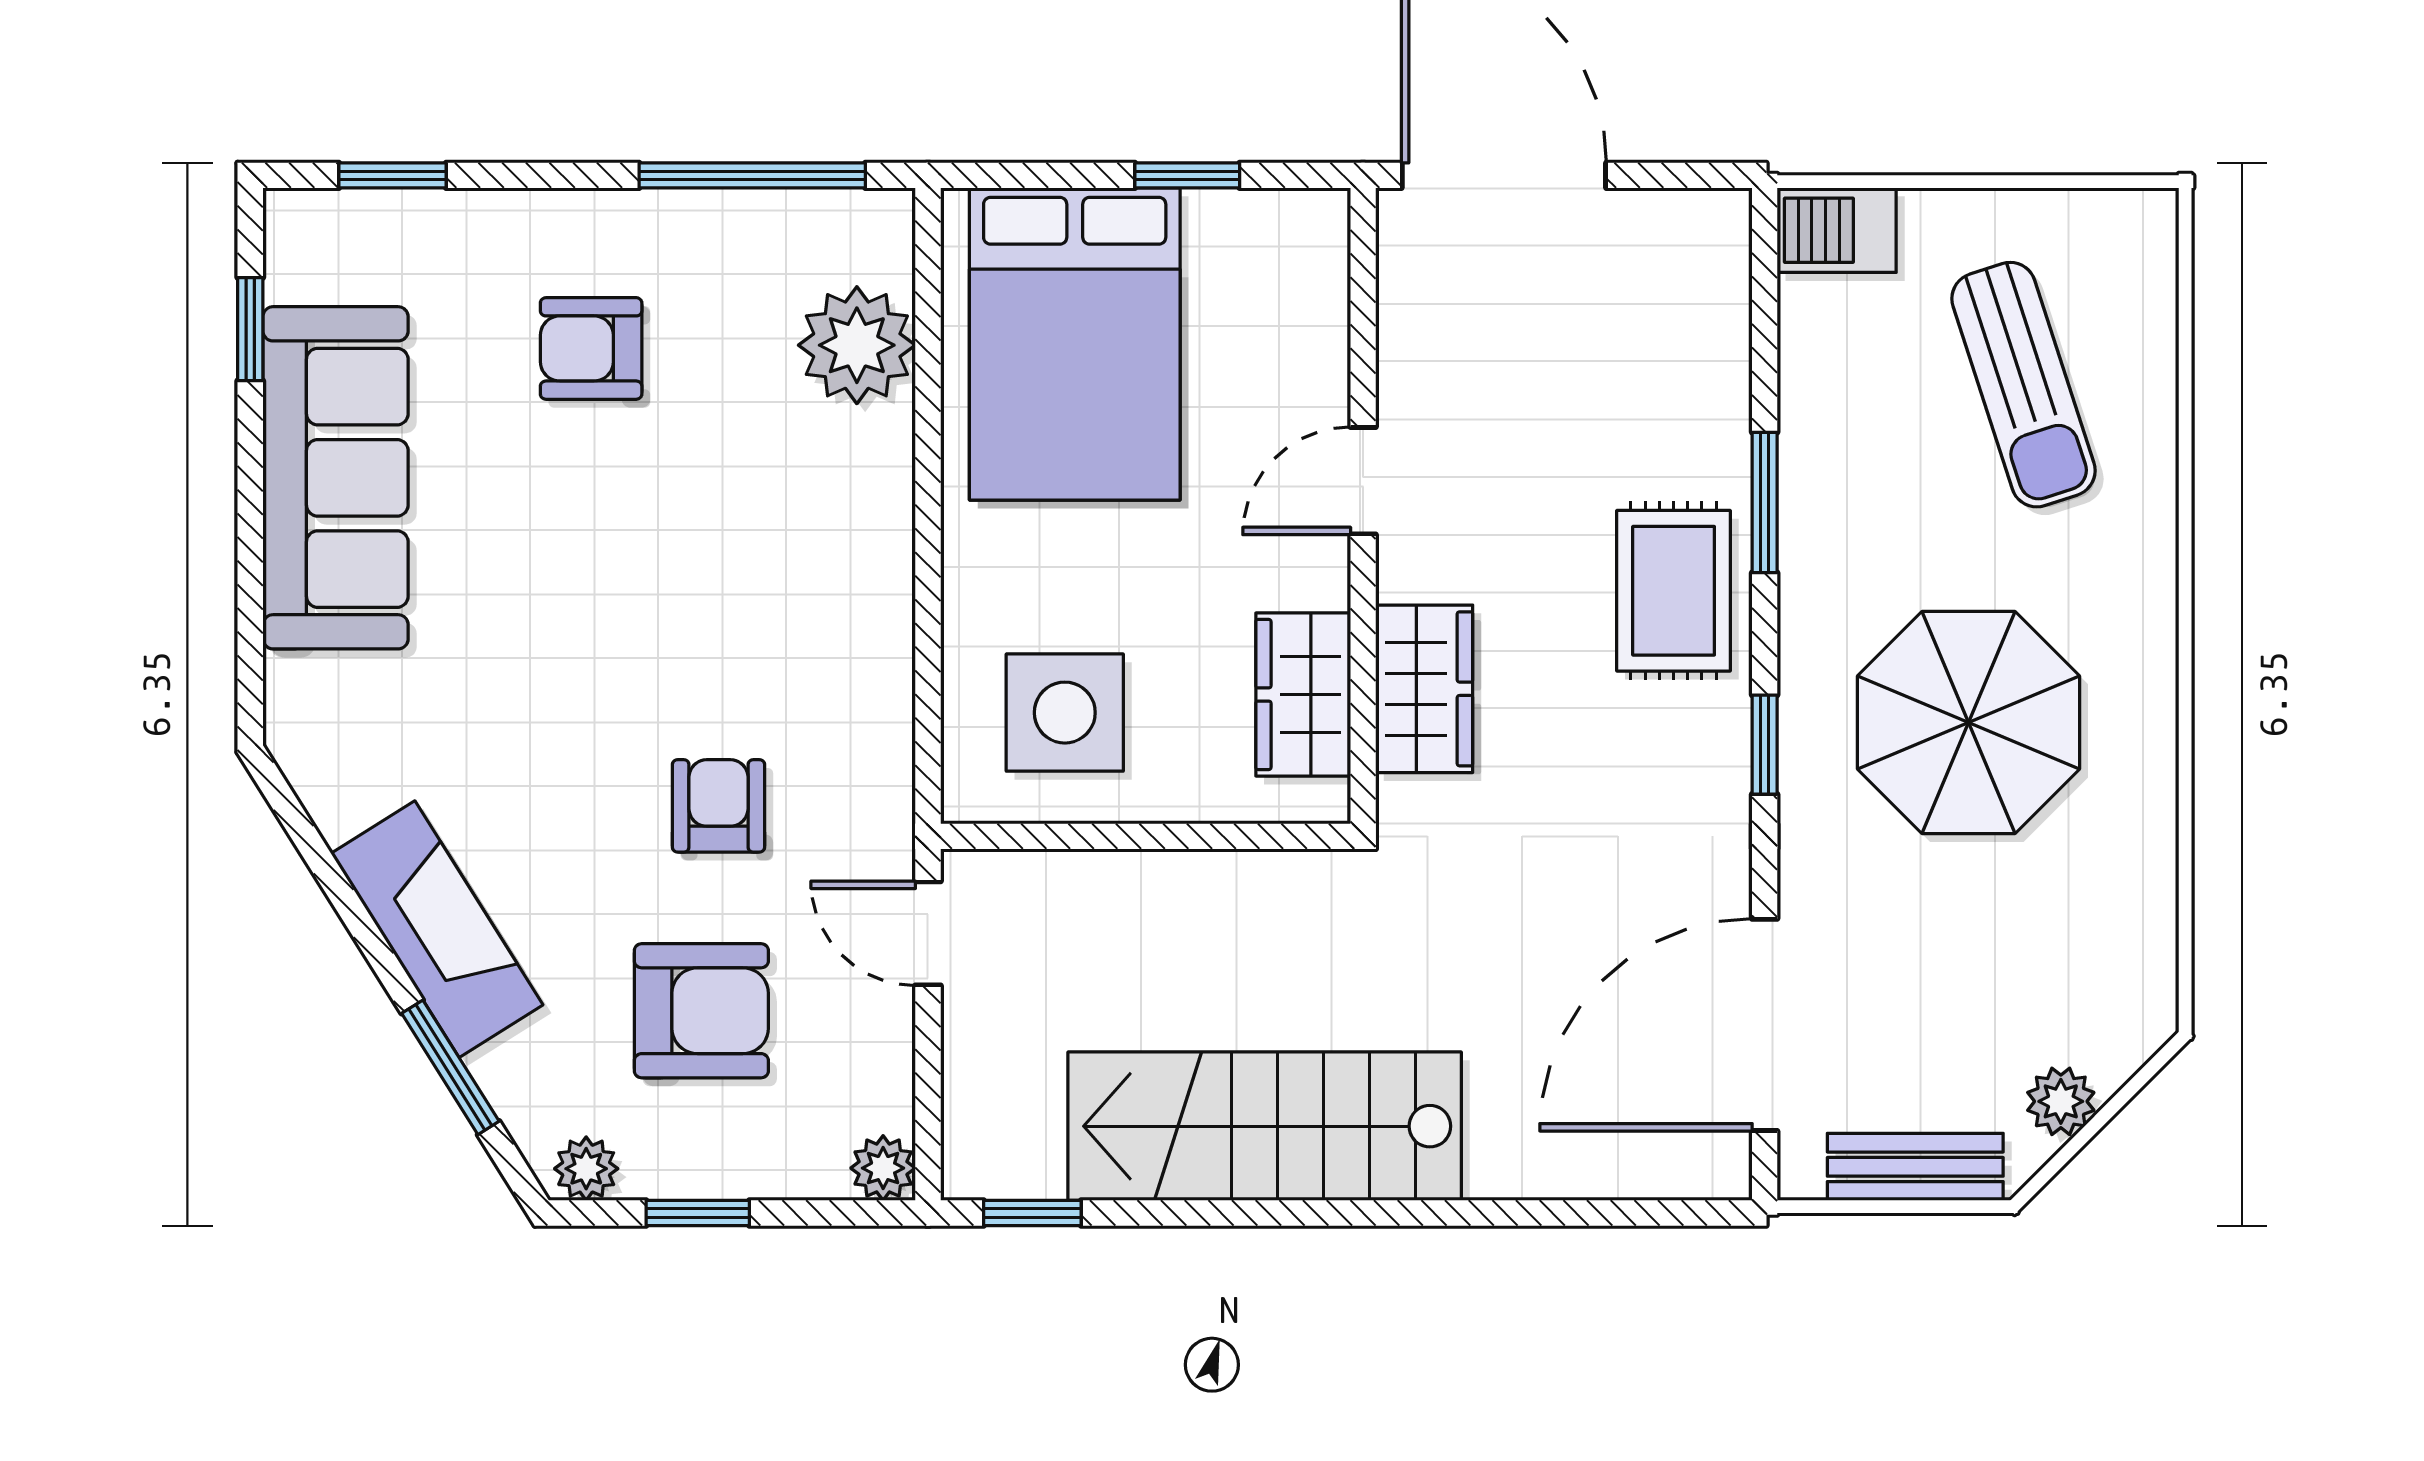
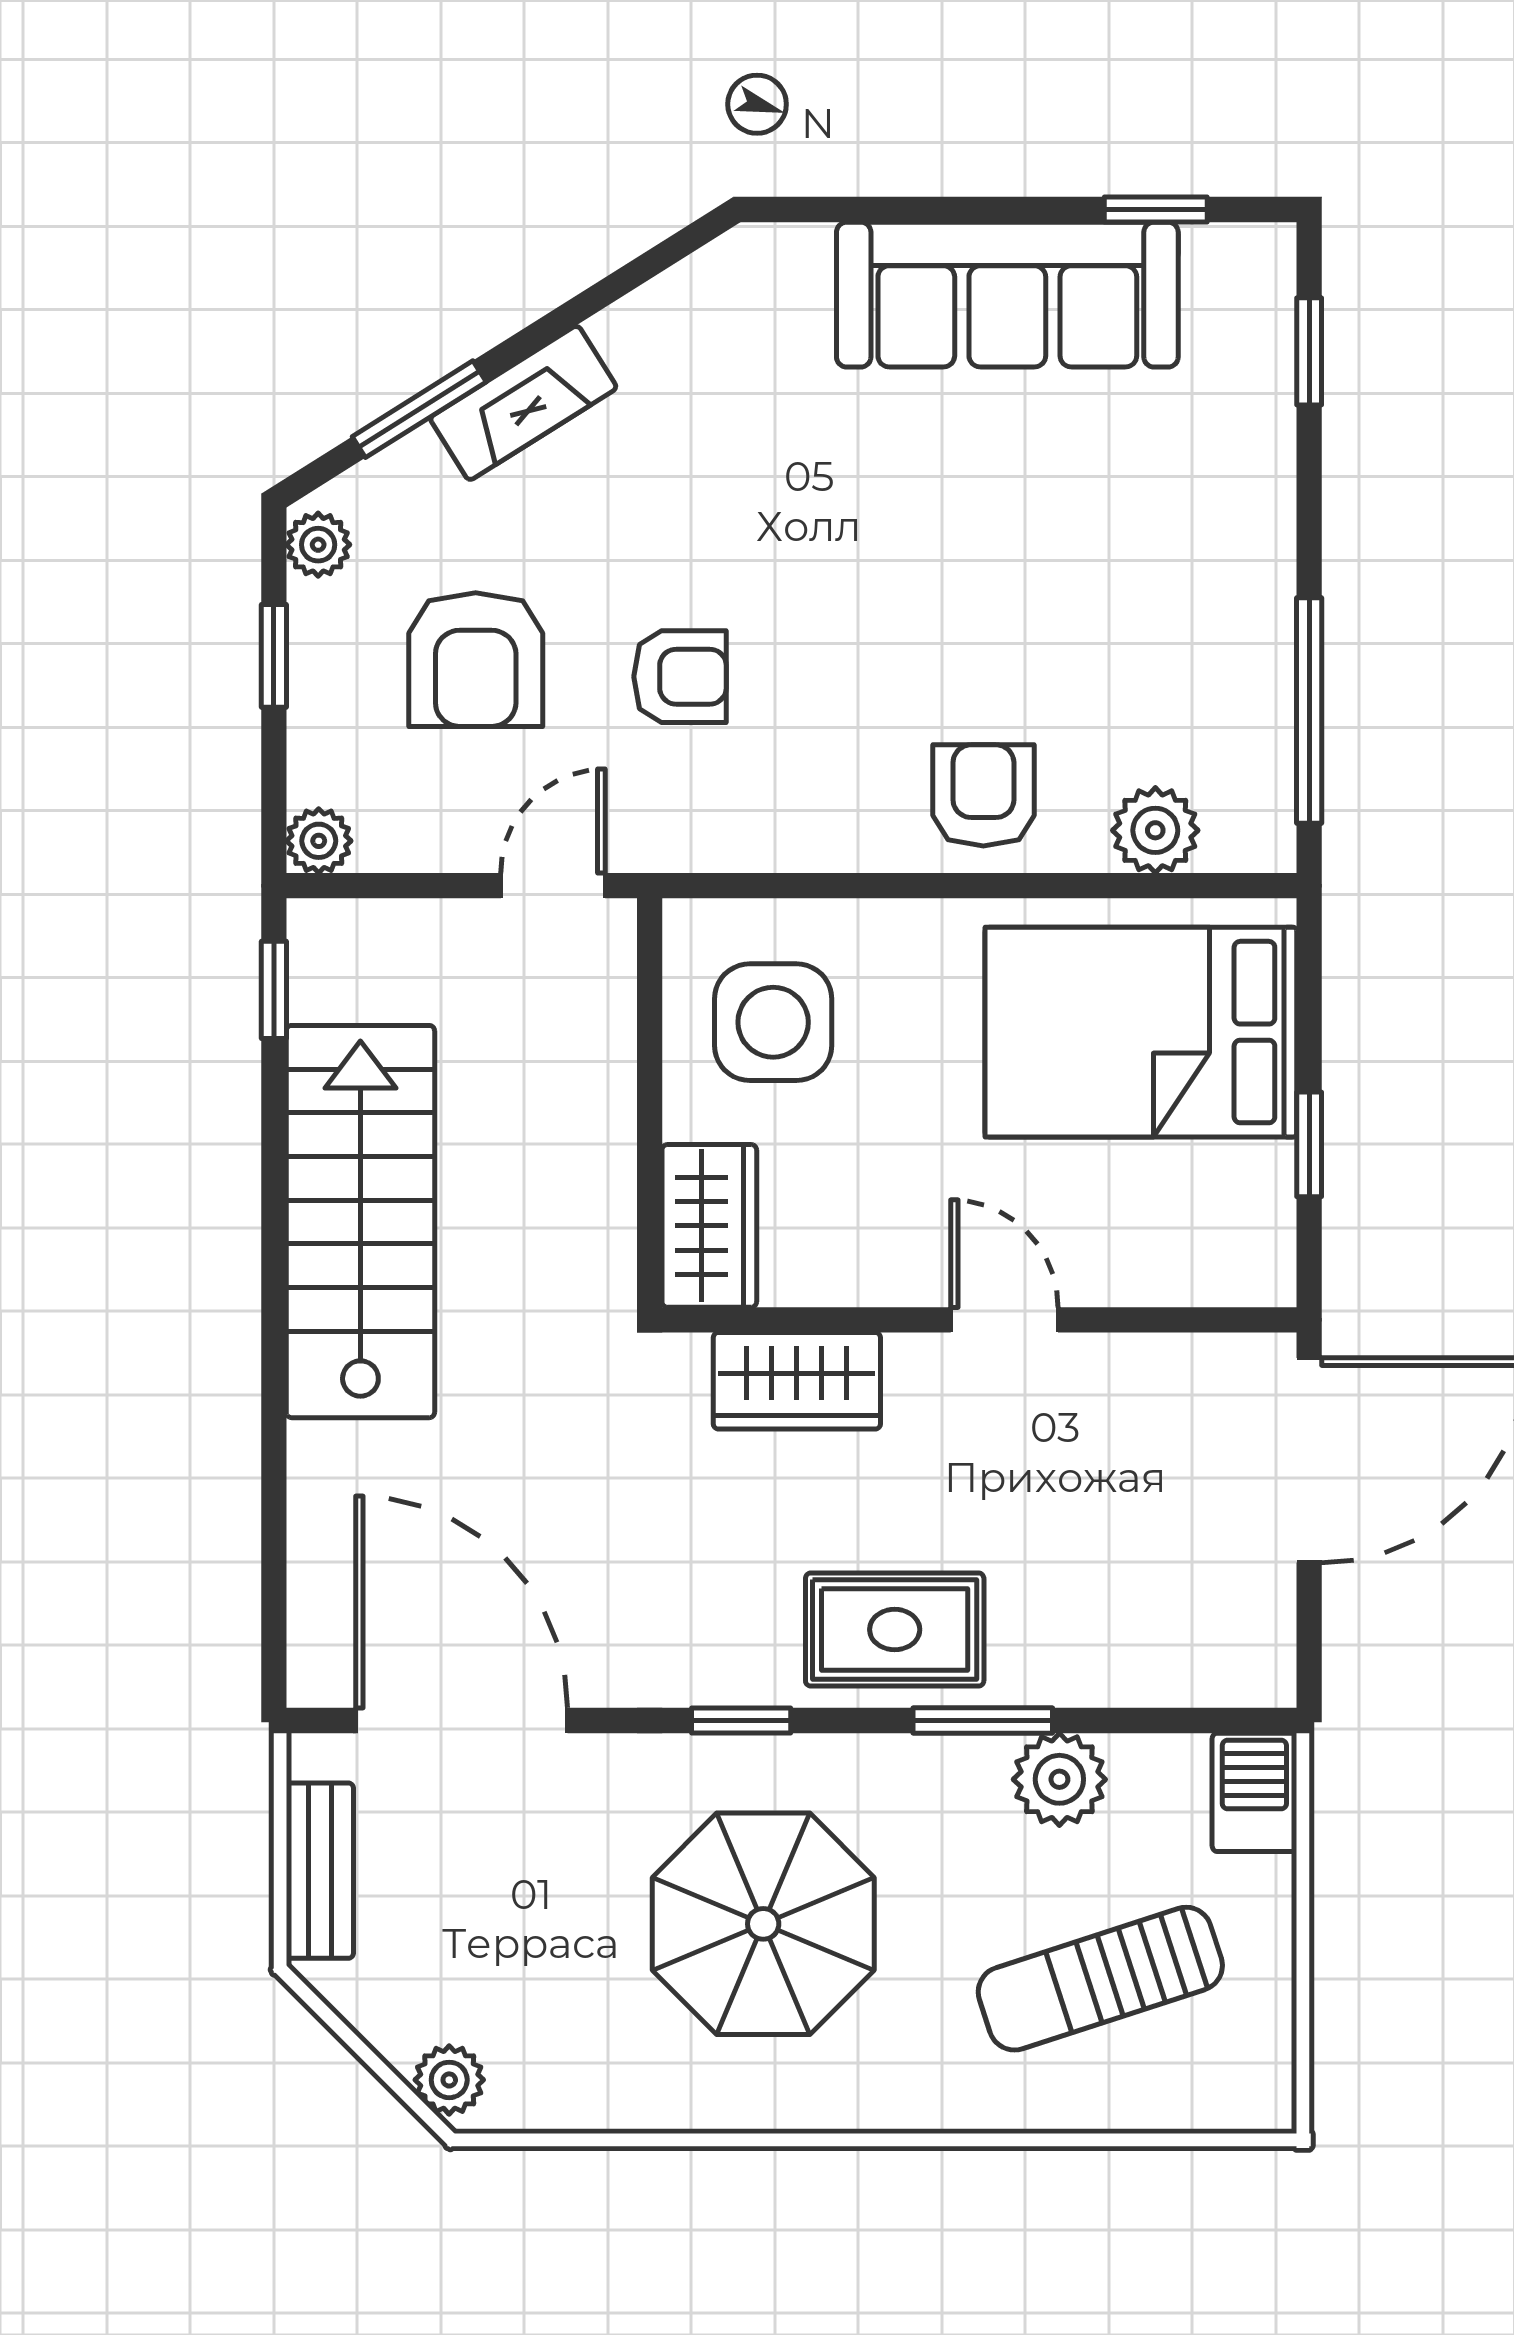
plant: (857, 345) -> (1155, 830), width x0.73, depth x0.73
armchair: (591, 348) -> (983, 795), moved
plant: (1824, 426) -> (1059, 1779), added
wardrobe: (1303, 694) -> (709, 1226), moved, turned 90
fireplace: (437, 929) -> (523, 403), width x0.73, depth x0.76
plant: (2061, 1101) -> (449, 2080), moved

